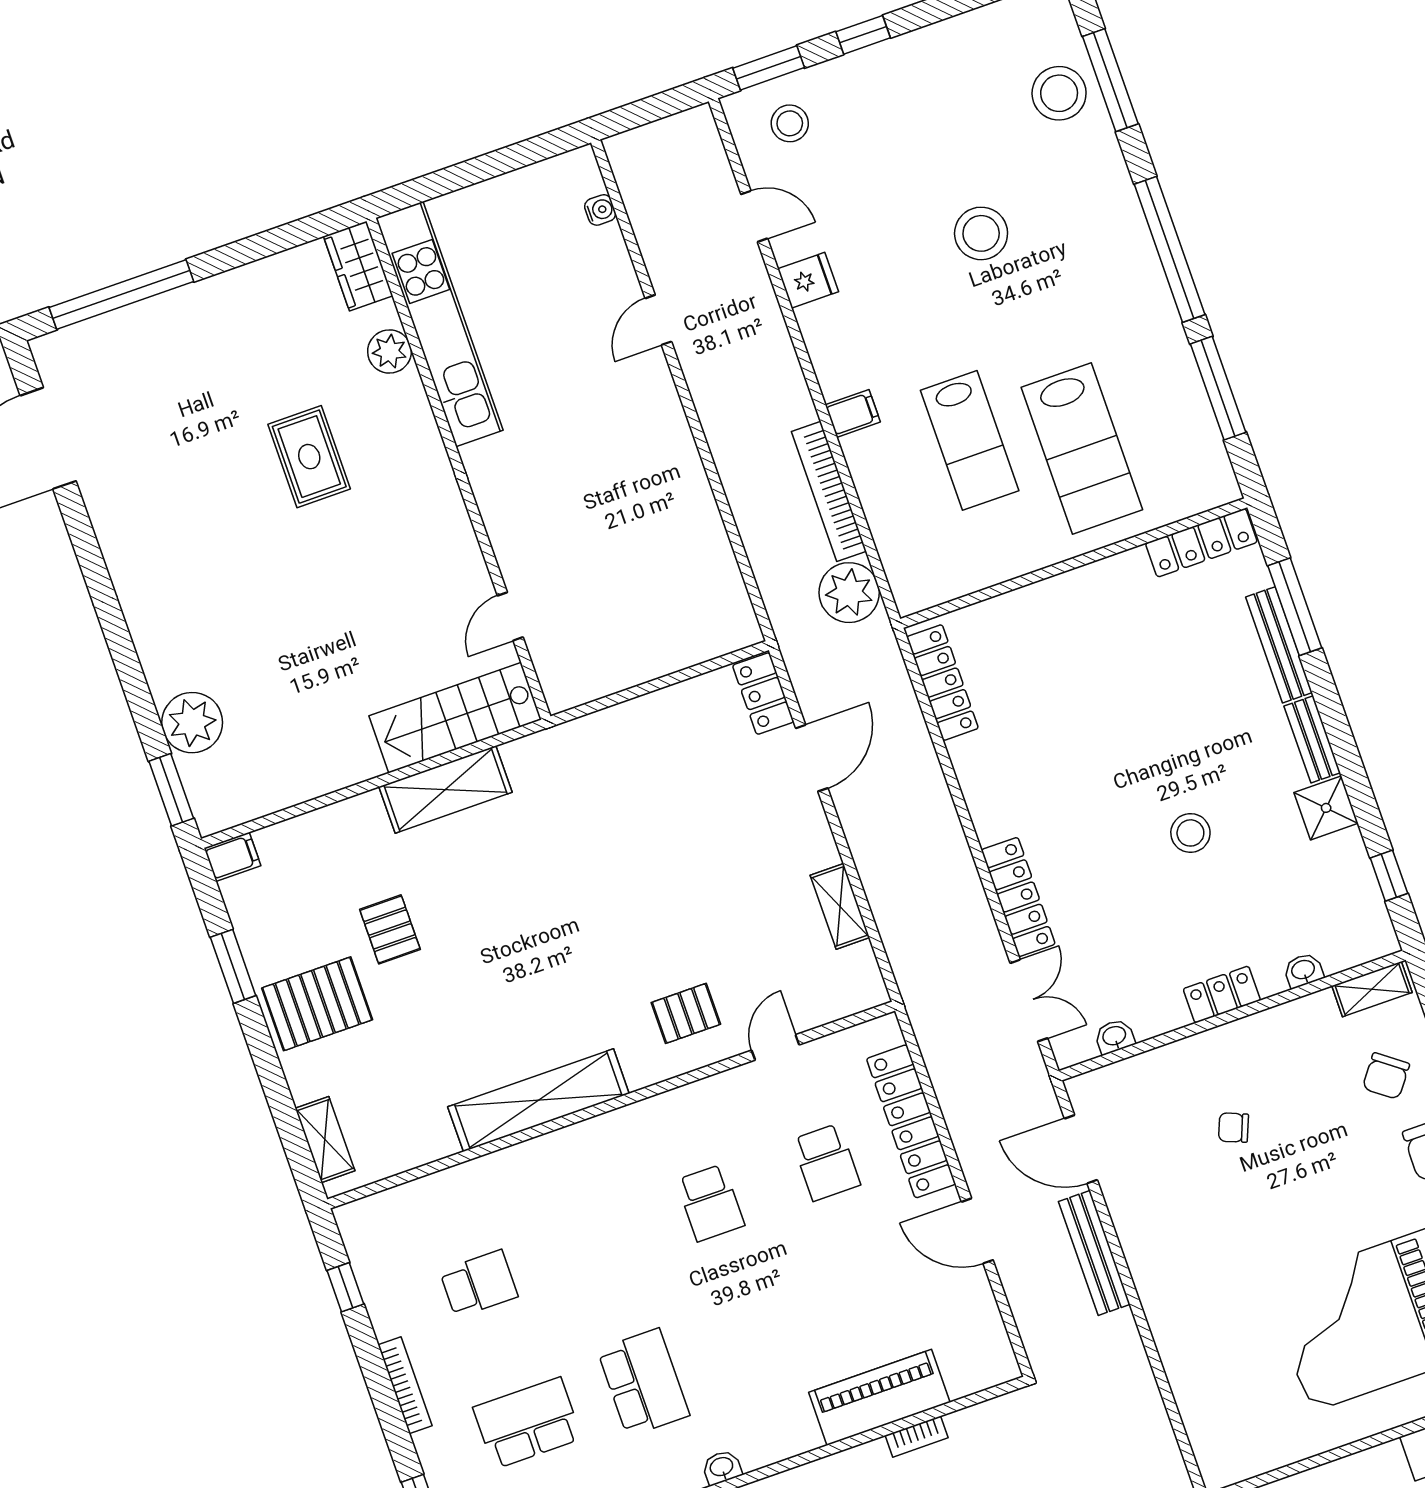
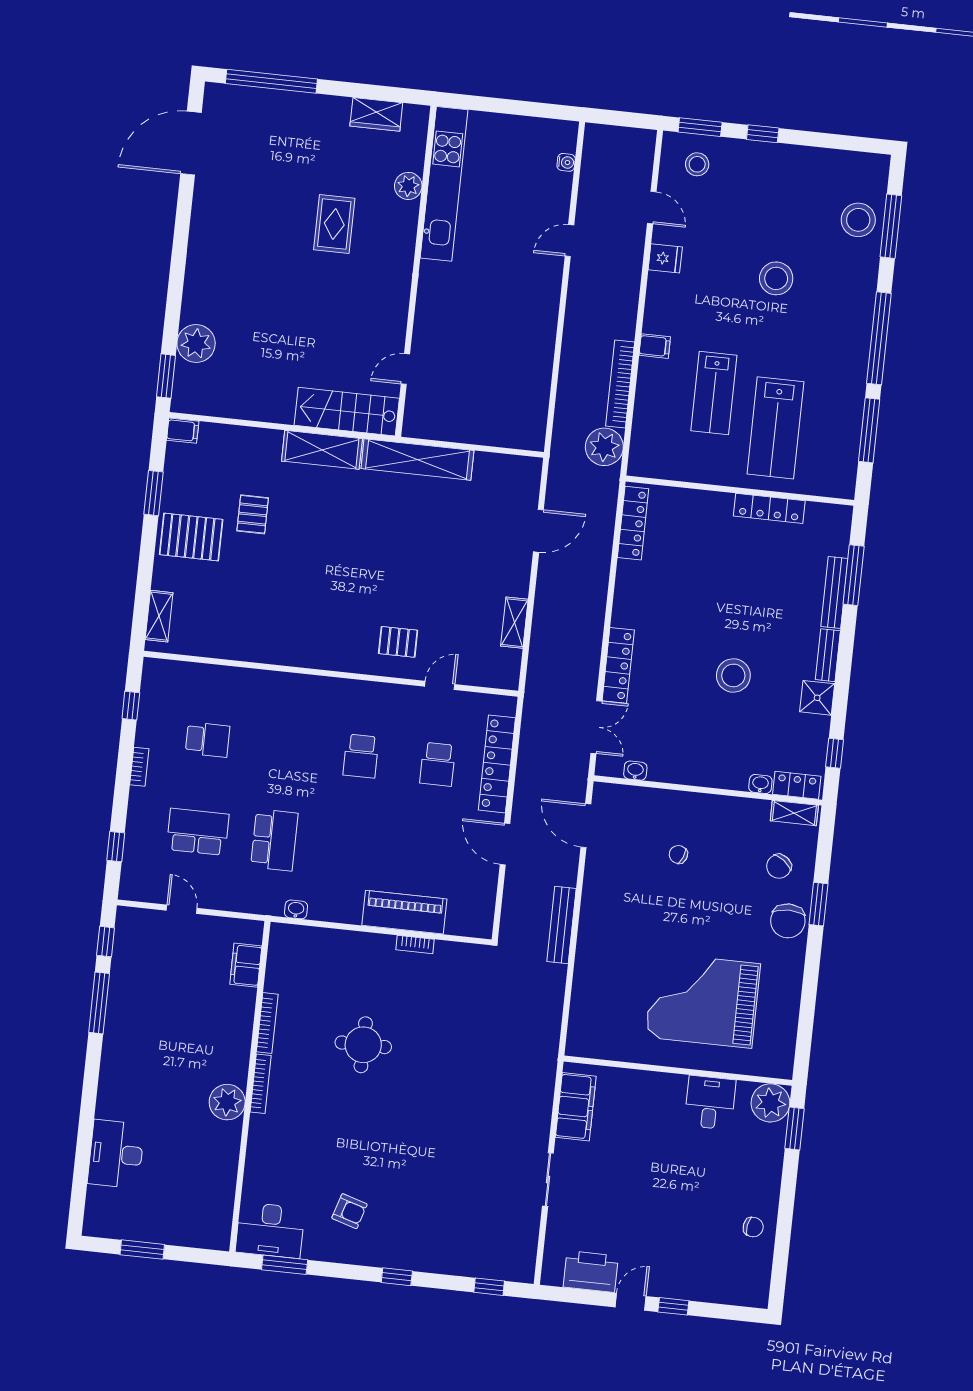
wardrobe: (358, 266) -> (376, 114), moved, turned -90
locker: (1201, 543) -> (769, 508), moved
locker: (763, 694) -> (528, 481), removed
stool: (1190, 833) -> (733, 675), width x1.38, depth x1.38
locker: (1222, 995) -> (797, 785), moved
shelving: (538, 1100) -> (417, 460), moved
bench: (1094, 1253) -> (562, 925), moved
bookcase: (405, 1385) -> (139, 767), width x0.64

